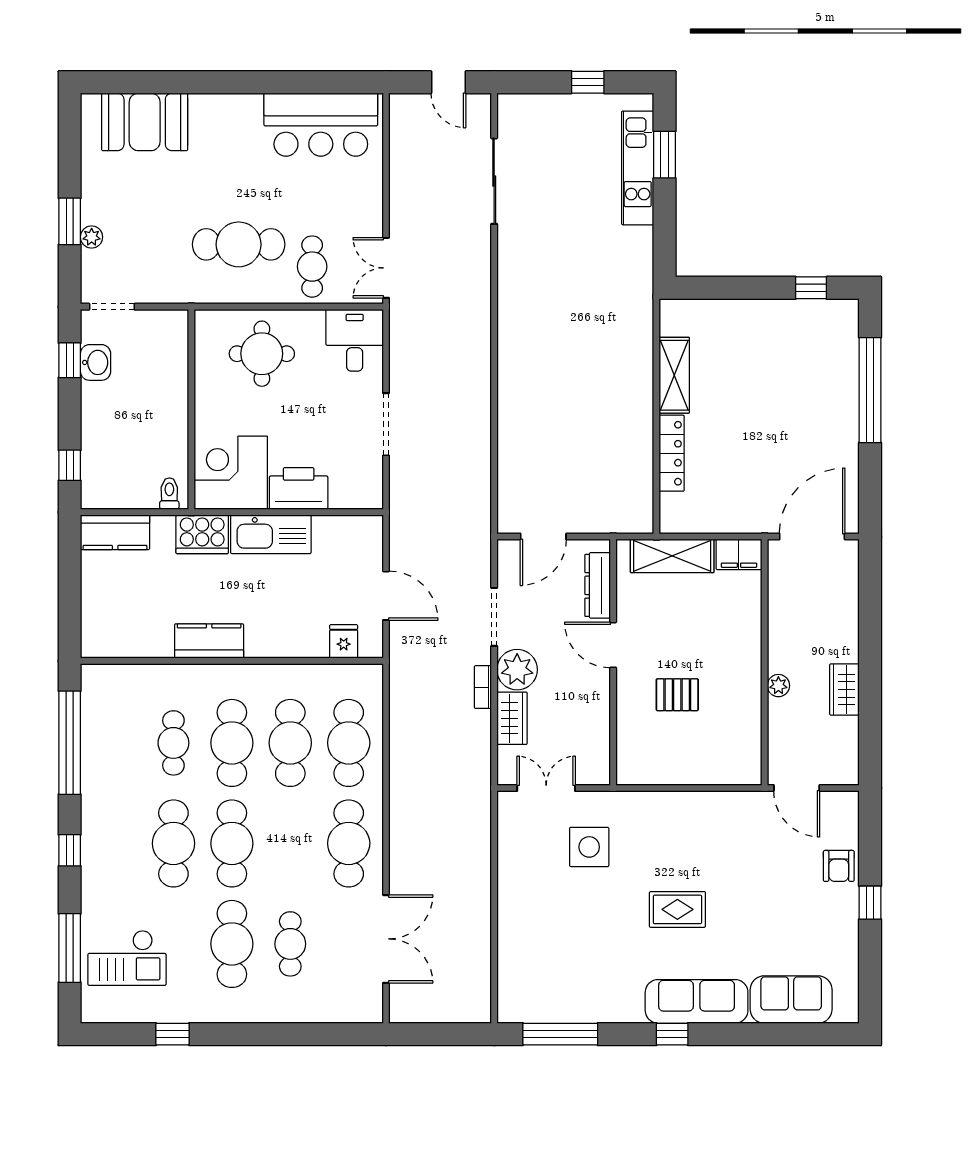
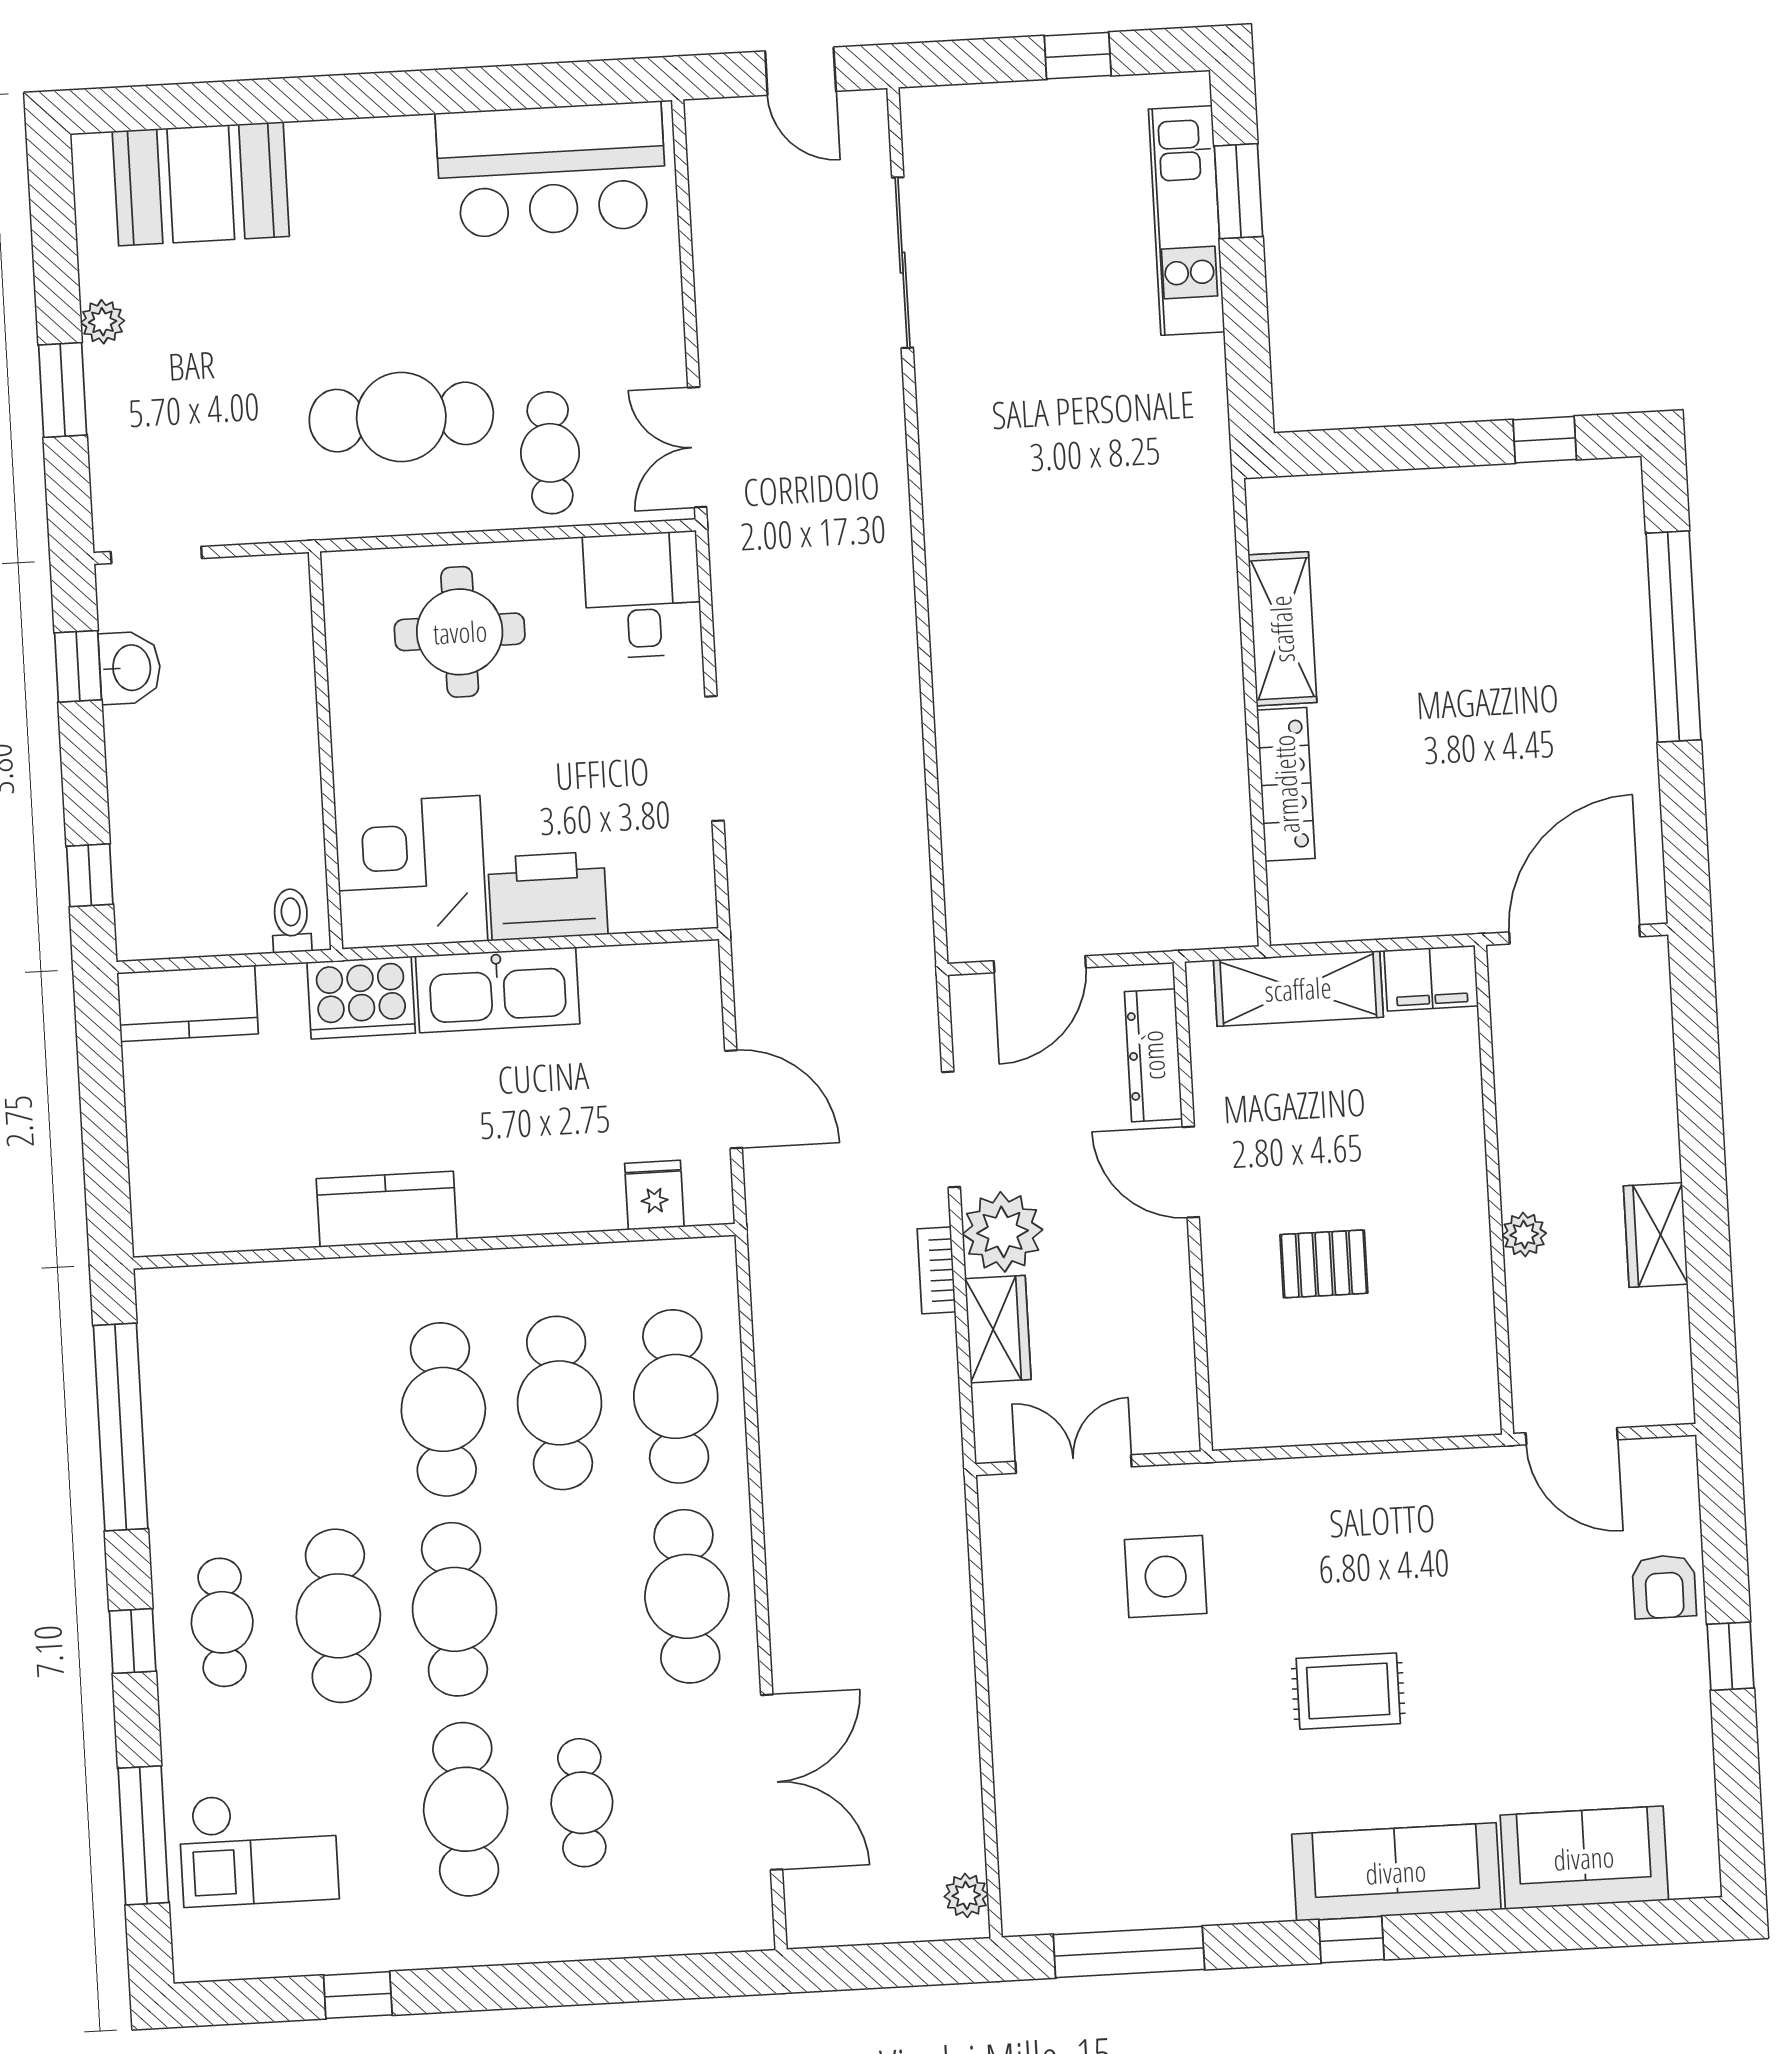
plant: (92, 237) -> (103, 322), moved
cafe table: (173, 743) -> (222, 1622), moved
plant: (480, 1001) -> (966, 1895), added

